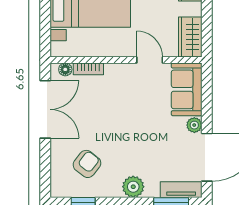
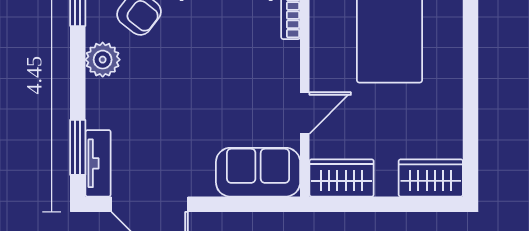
plant: (194, 125) -> (201, 184), removed
plant: (133, 187) -> (103, 60), moved

